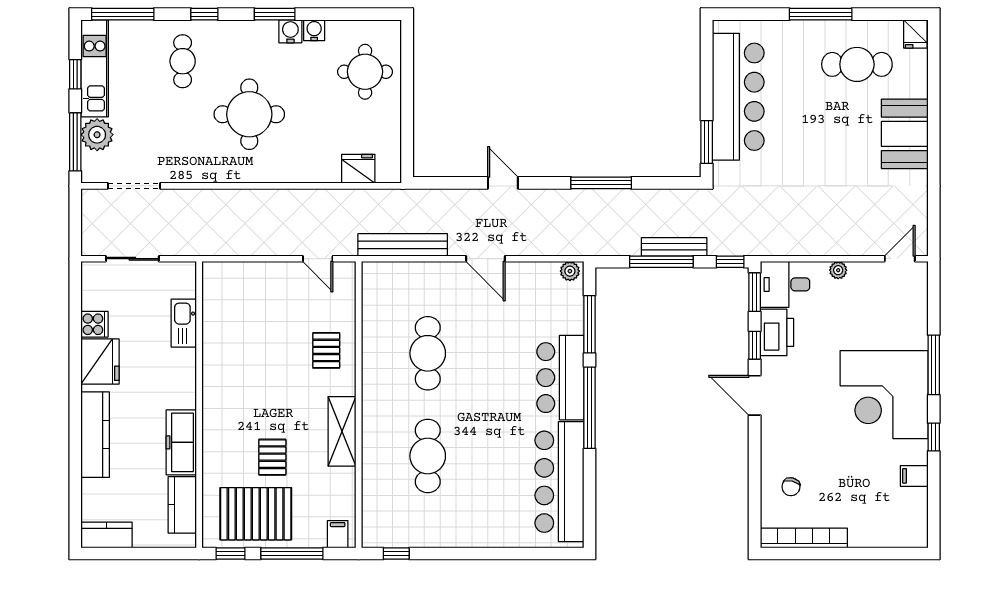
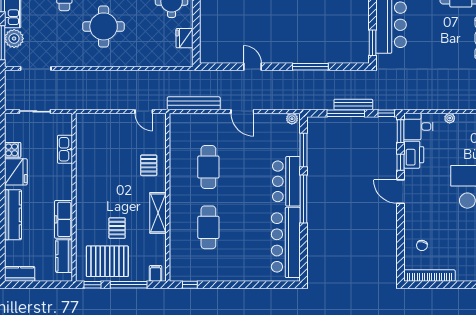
fridge: (358, 169) -> (185, 38), moved, turned -90

